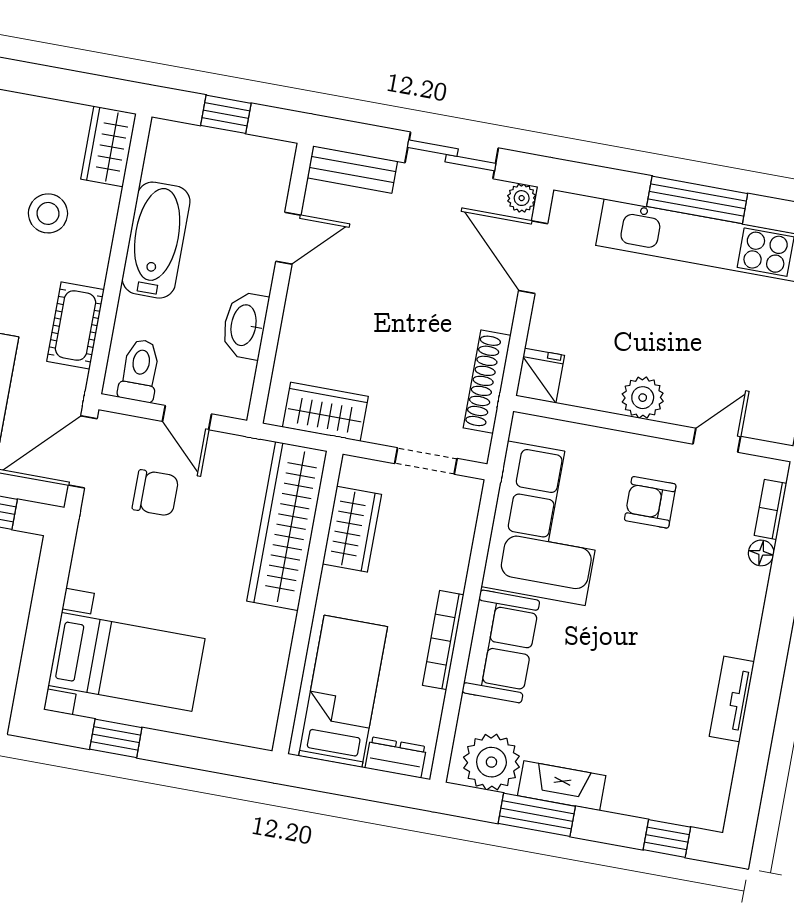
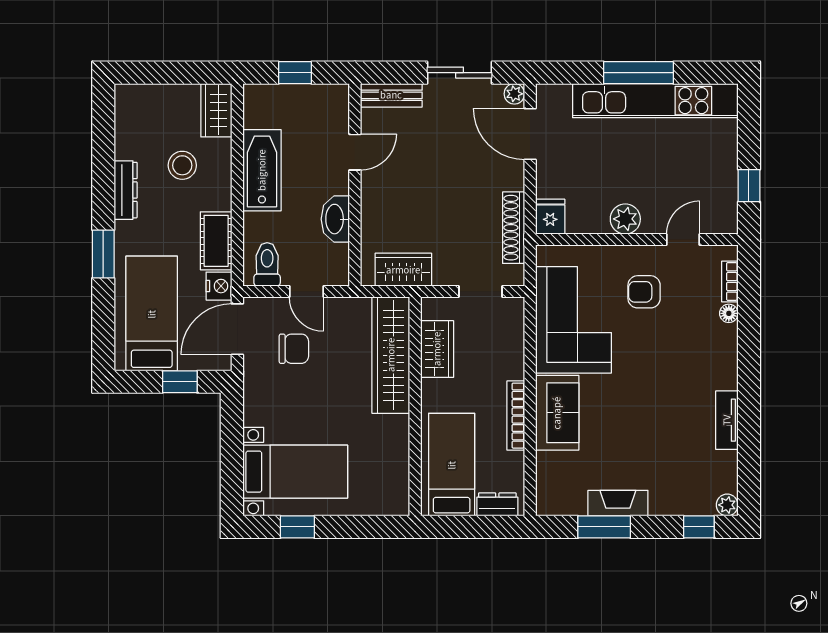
nightstand: (68, 388) -> (219, 286), added
plant: (491, 762) -> (727, 505), moved, width x0.53, depth x0.53

